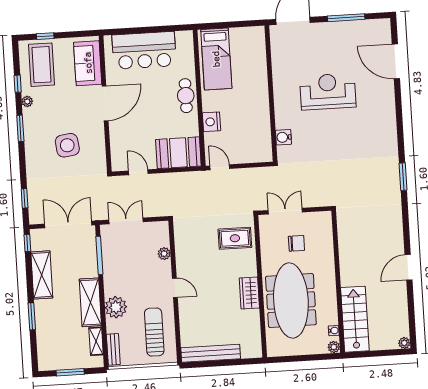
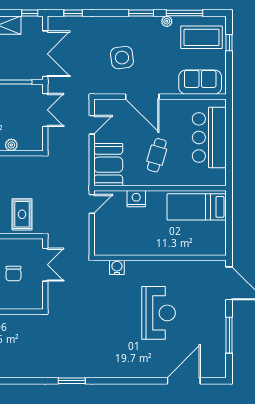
window: (18, 84) -> (185, 13), width x2.17
cafe table: (186, 96) -> (157, 155), moved, turned -74
door: (105, 103) -> (142, 97), moved

